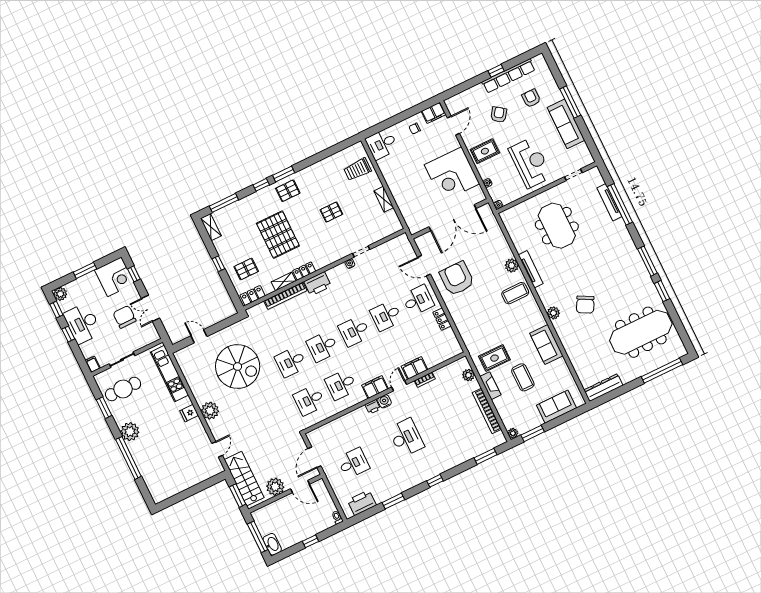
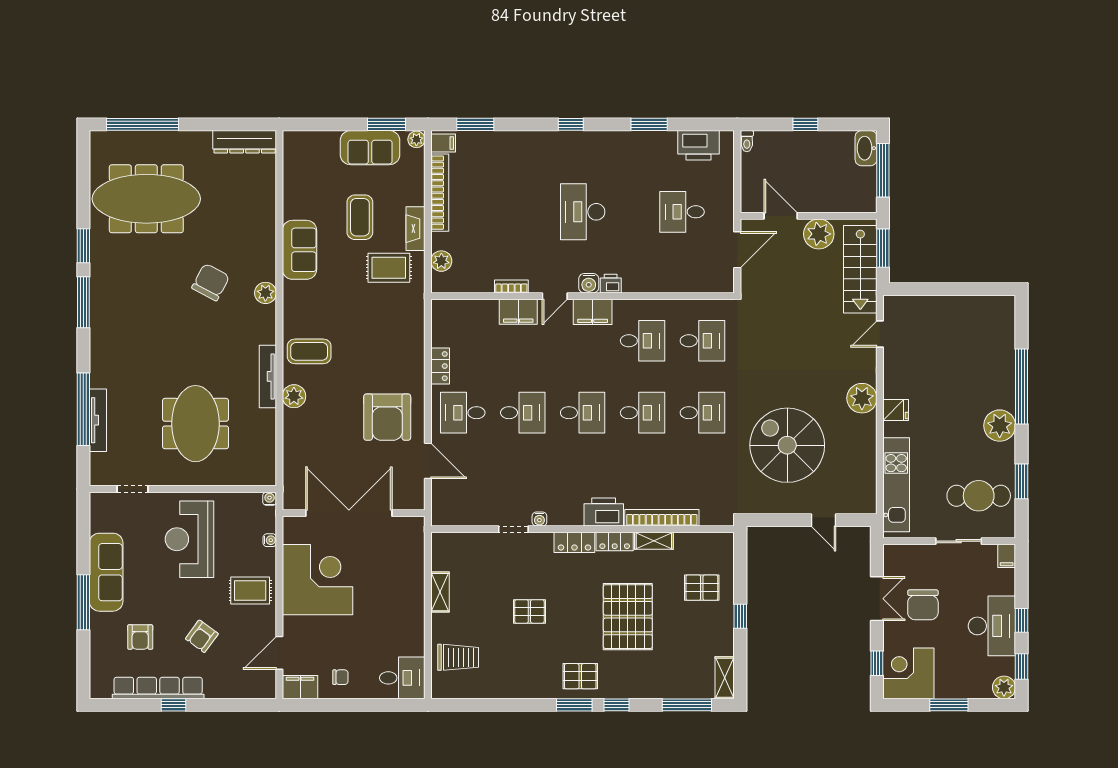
locker: (253, 296) -> (574, 542), moved
sofa: (556, 407) -> (370, 148), moved
filing cabinet: (498, 438) -> (443, 143), added

